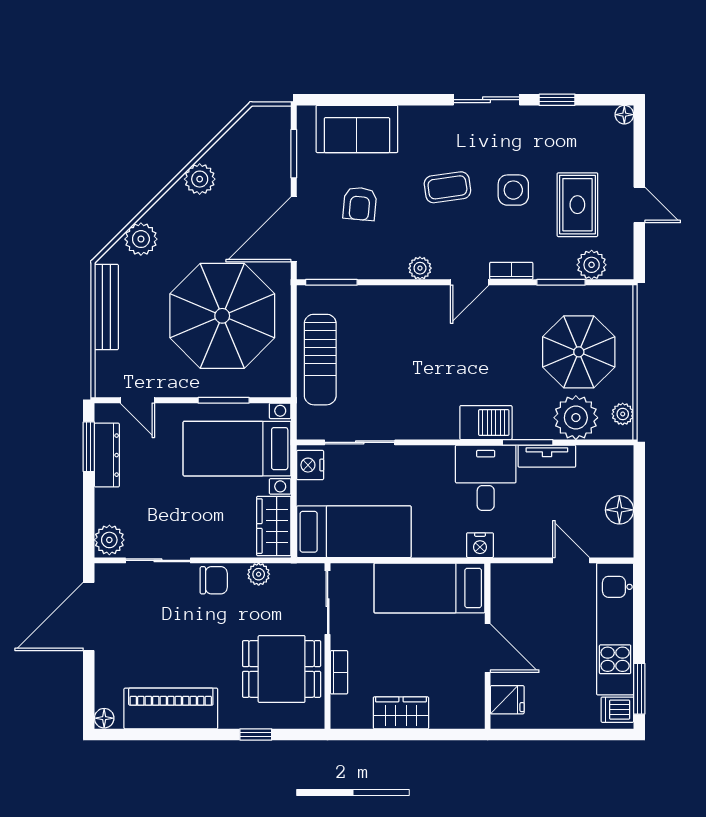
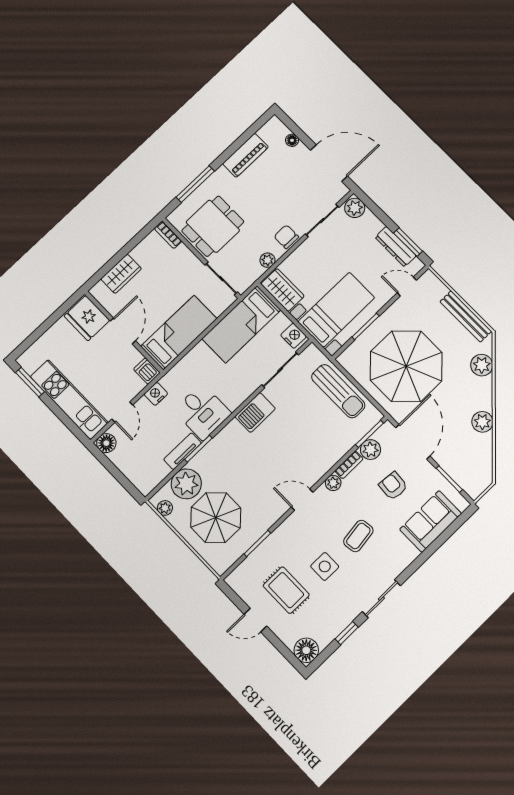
floor lamp: (624, 115) -> (306, 650), width x1.89, depth x1.89
plant: (592, 265) -> (370, 450), moved
bookcase: (511, 271) -> (349, 465), moved
door: (470, 282) -> (302, 500), hinge flipped
sun lounger: (320, 360) -> (338, 391), turned 180
barbecue: (486, 423) -> (255, 413), moved
floor lamp: (619, 510) -> (106, 443), moved
nightstand: (480, 545) -> (156, 394), moved
door: (571, 560) -> (122, 412), hinge flipped
chair: (214, 580) -> (286, 237), turned 90
door: (89, 616) -> (329, 163), hinge flipped
door: (488, 648) -> (123, 331), swing flipped
bookcase: (339, 672) -> (168, 235), moved
fridge: (507, 700) -> (87, 318), width x1.88, depth x1.34
piano: (171, 708) -> (245, 155), width x0.73, depth x0.75
dishwasher: (617, 710) -> (147, 371), moved, turned -90
wardrobe: (401, 713) -> (121, 274), moved
floor lamp: (104, 718) -> (292, 140), moved
window: (256, 734) -> (195, 184), width x2.17

